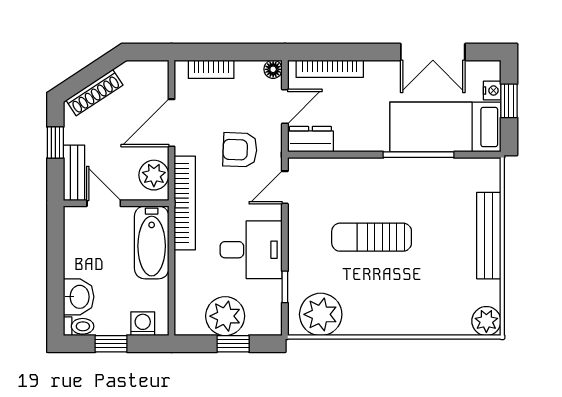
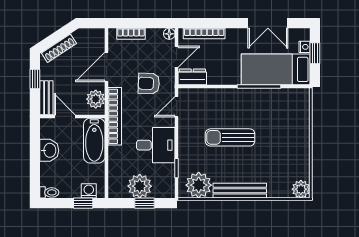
bench: (489, 236) -> (240, 191), moved, turned 90
washbasin: (79, 297) -> (49, 150), moved
window: (111, 344) -> (83, 203), moved

